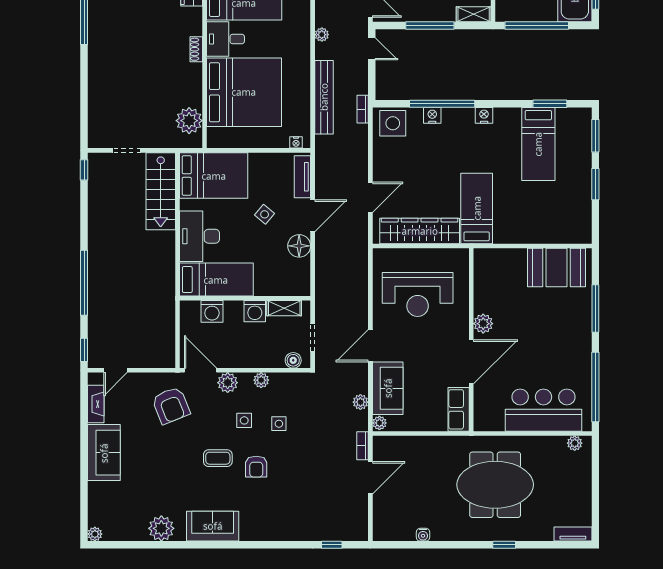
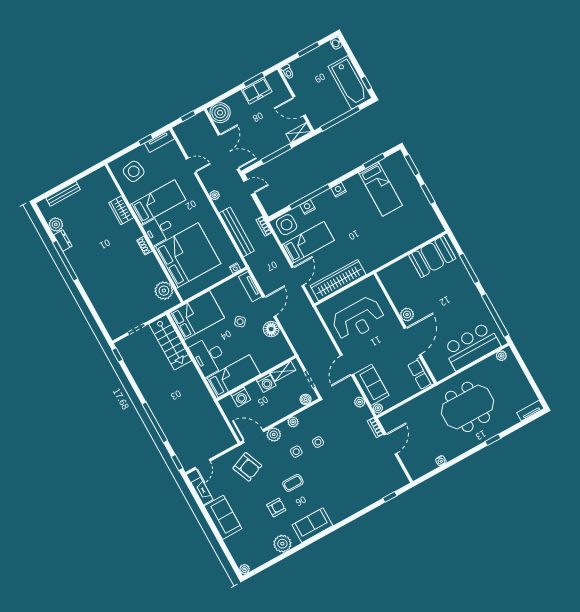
bed: (477, 208) -> (308, 242), moved, turned 90
armchair: (256, 467) -> (276, 507), moved, turned -90

